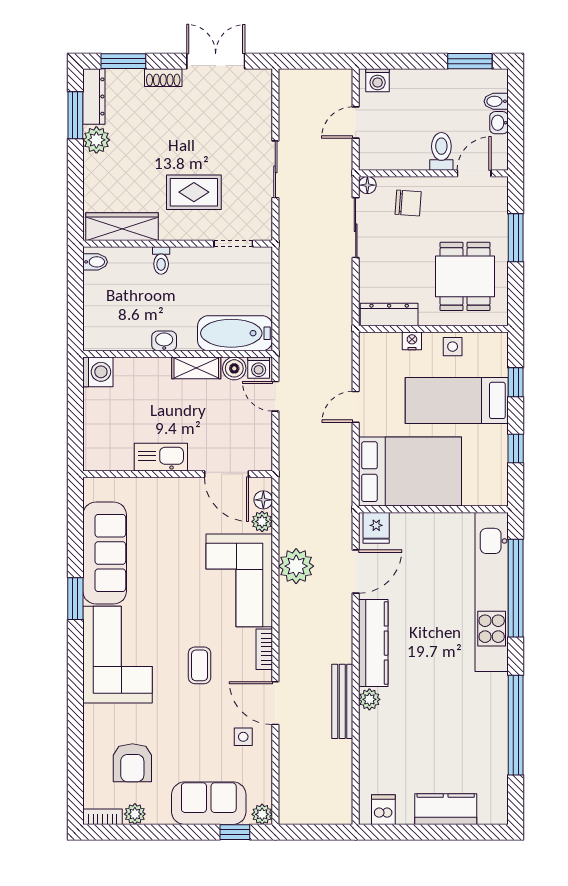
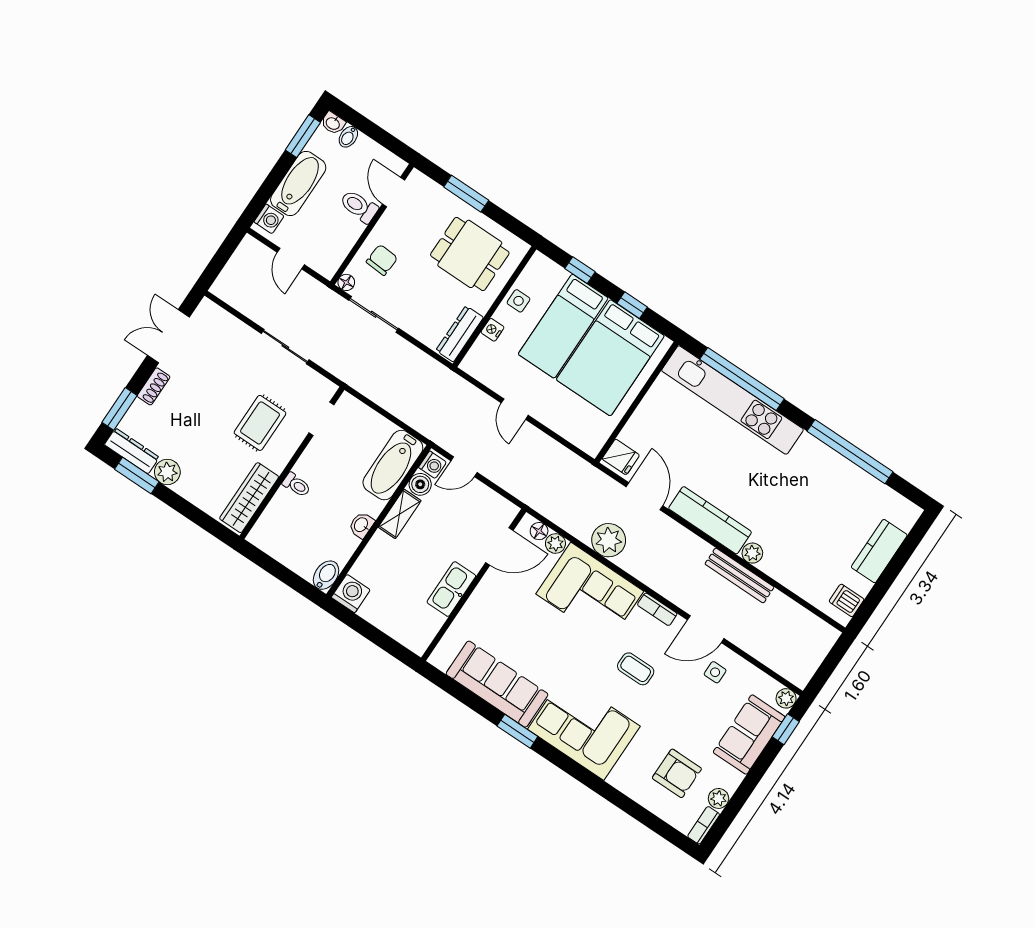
bathtub: (426, 85) -> (298, 184), added
washbasin: (499, 123) -> (333, 123), moved
bidet: (95, 262) -> (326, 575), moved, width x1.38, depth x1.36
bed: (410, 472) -> (610, 358), moved, turned 180

